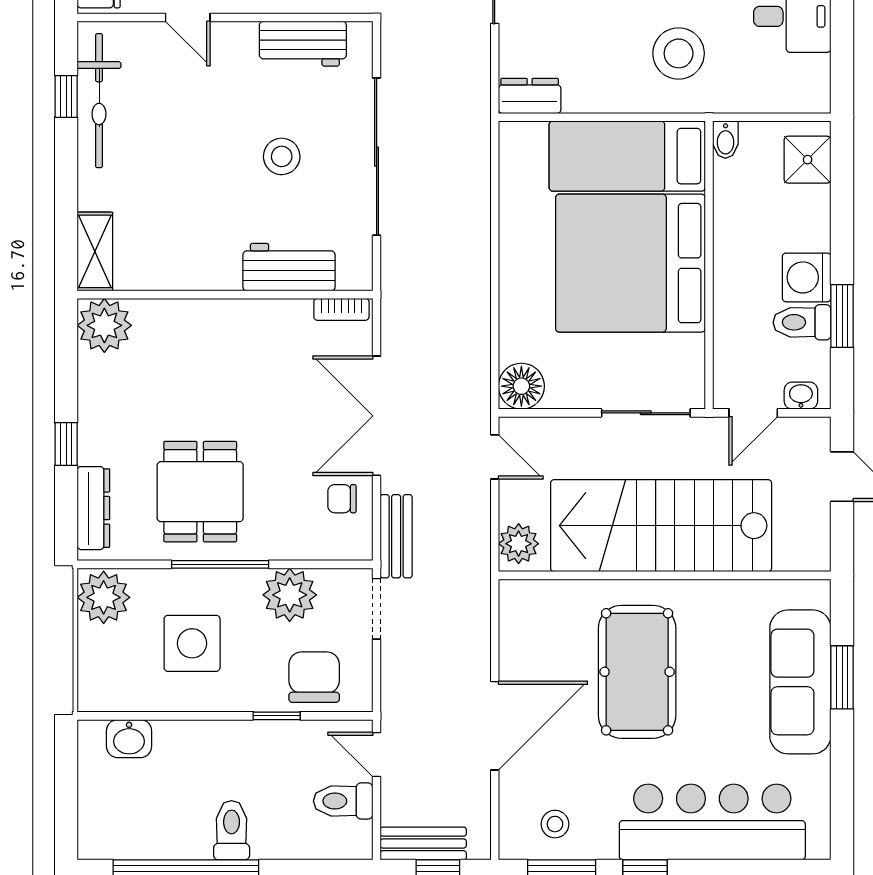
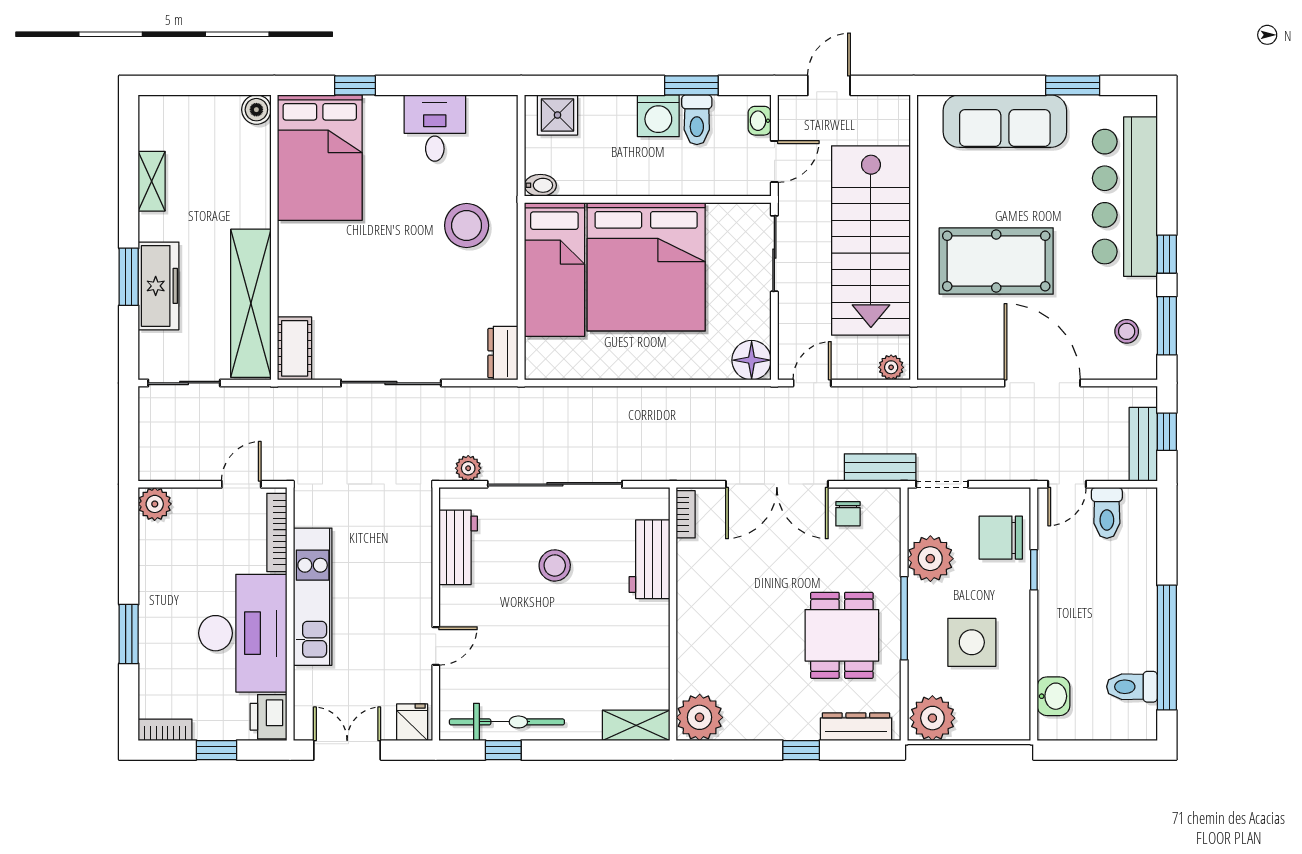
plant: (395, 55) -> (468, 468), added
door: (753, 413) -> (774, 162), hinge flipped
dining table: (200, 492) -> (842, 635), turned 90
plant: (519, 544) -> (891, 367), width x0.73, depth x0.73
window: (842, 677) -> (1073, 85), moved
toilet: (232, 830) -> (1132, 687), moved

